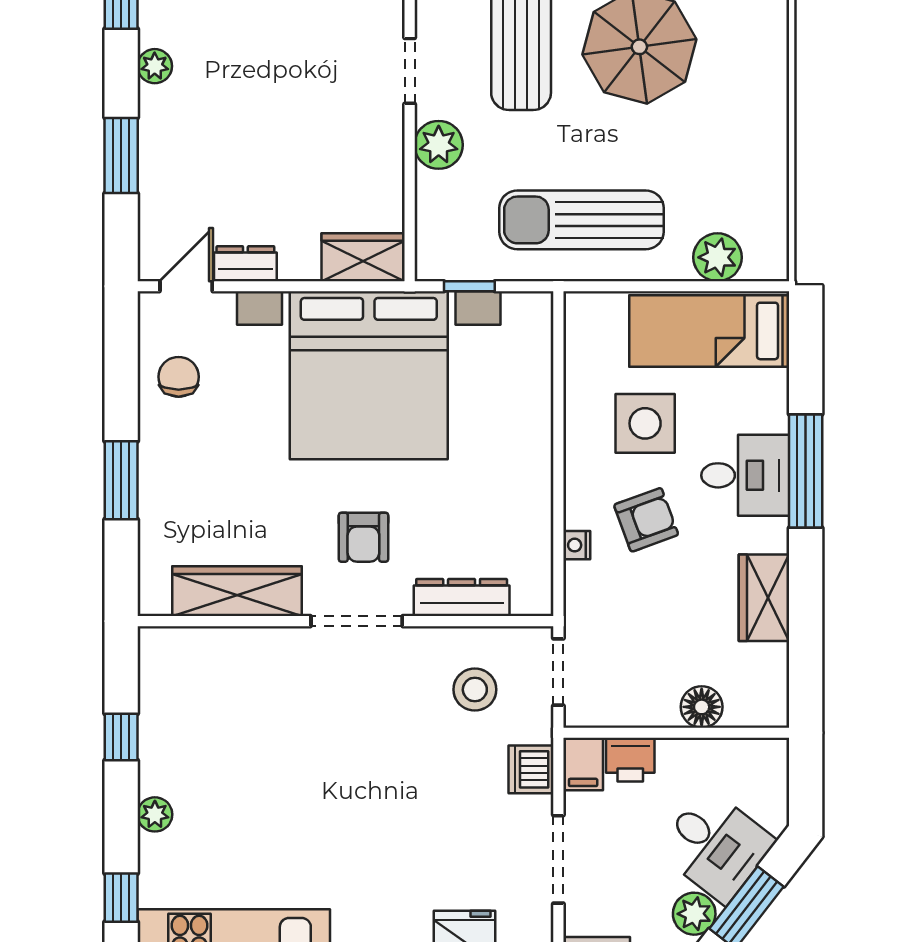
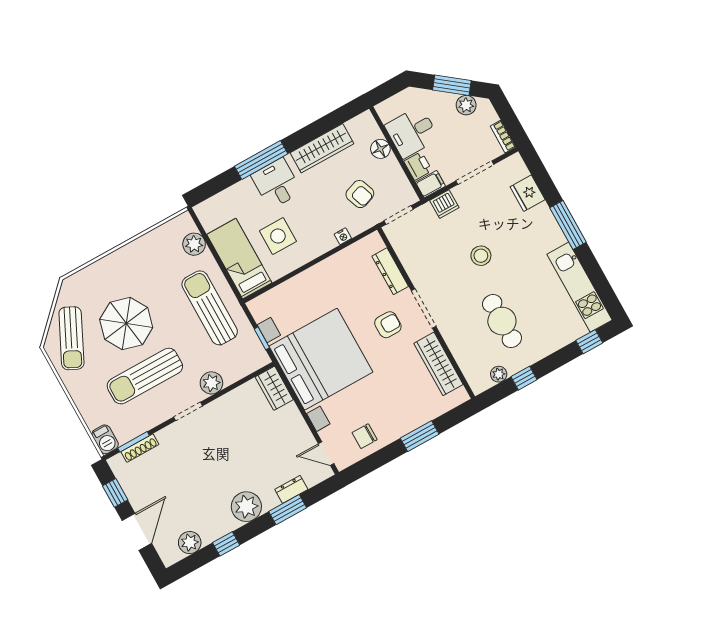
plant: (155, 66) -> (246, 507), width x1.88, depth x1.88
sun lounger: (581, 220) -> (210, 308), turned 180
dresser: (245, 264) -> (291, 489), moved, turned 90
bed: (709, 331) -> (239, 259), moved, turned 180
armchair: (646, 520) -> (360, 194), moved, turned 180
wardrobe: (764, 598) -> (322, 148), width x1.50
stool: (475, 690) -> (481, 256), moved
cafe table: (251, 755) -> (502, 321), added
plant: (155, 814) -> (499, 374), moved
desk: (716, 846) -> (412, 132), moved, turned -128

